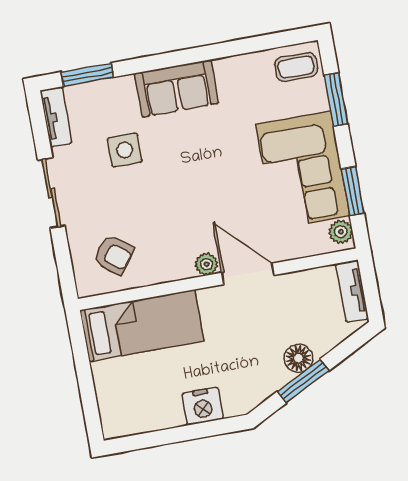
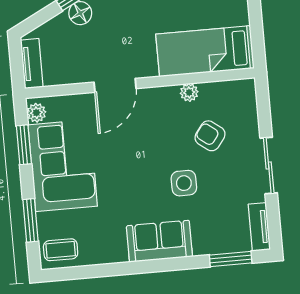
side table: (125, 150) -> (184, 183), moved
armchair: (114, 255) -> (210, 136), moved
plant: (207, 264) -> (189, 92), moved
door: (248, 274) -> (115, 85), hinge flipped

